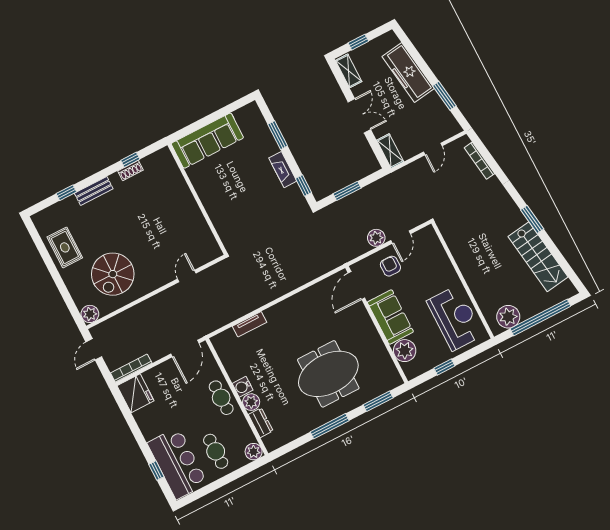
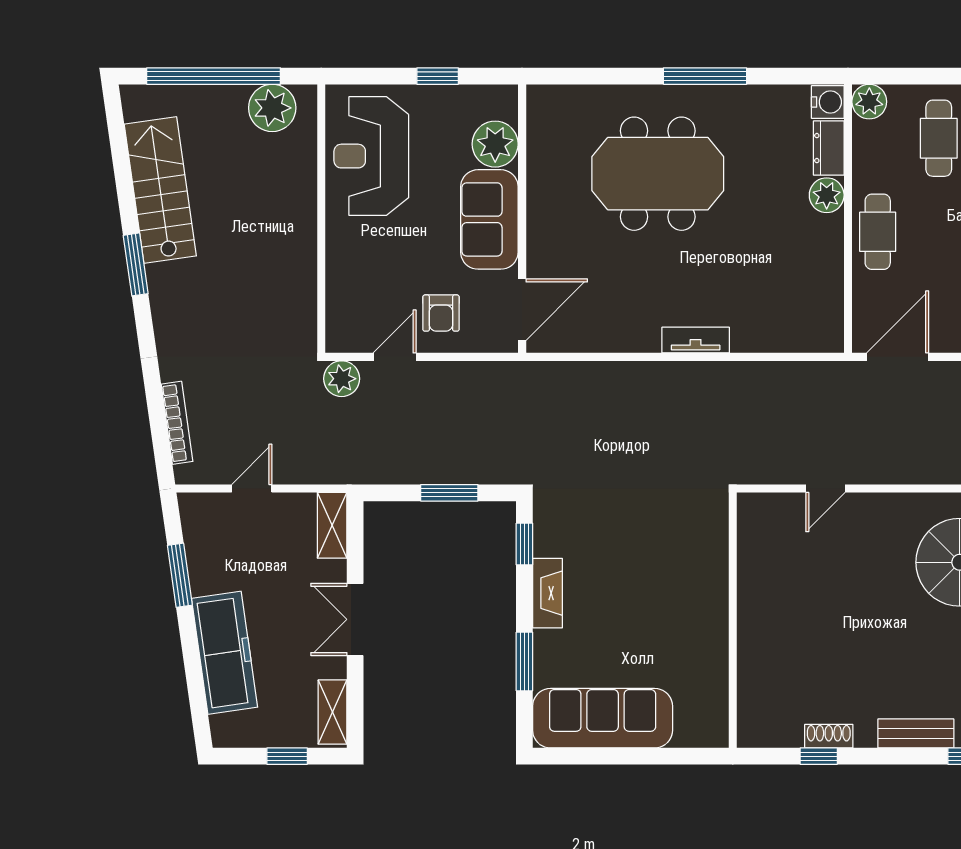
sofa: (207, 141) -> (603, 718), moved
plant: (376, 238) -> (342, 379), moved
tv unit: (249, 324) -> (696, 340), moved
water cooler: (243, 387) -> (828, 102), moved
window: (378, 401) -> (592, 76), removed

